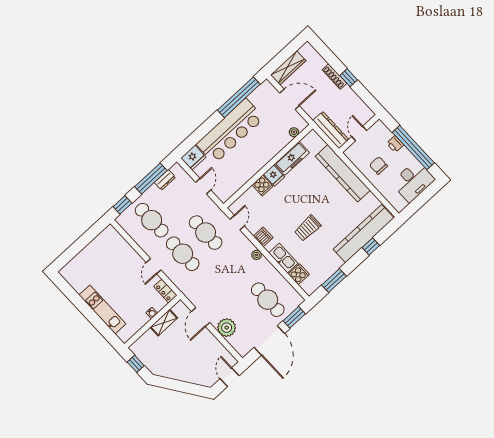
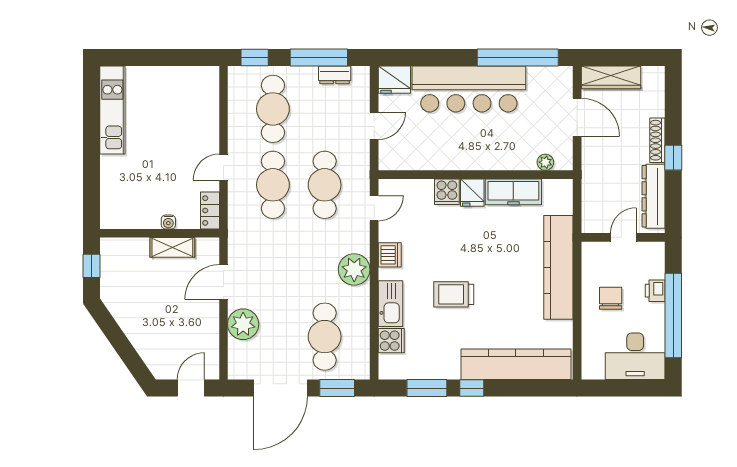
dresser: (331, 130) -> (654, 196), moved, turned 180
window: (371, 246) -> (472, 388), moved
plant: (257, 255) -> (354, 269), width x1.88, depth x1.88
kitchen unit: (102, 309) -> (112, 110), moved

